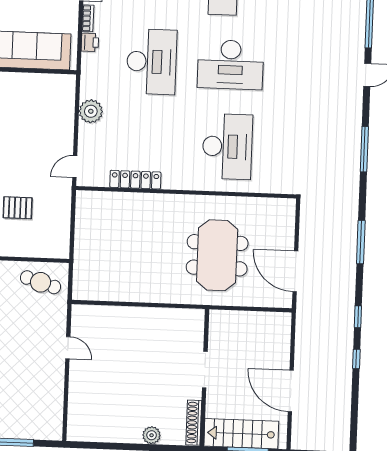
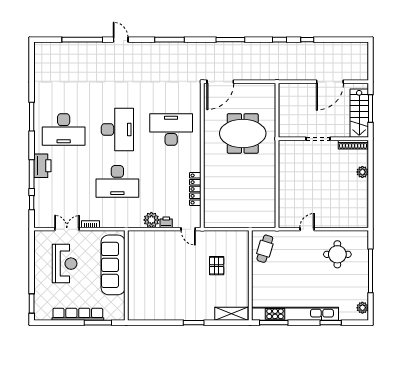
printer: (90, 42) -> (166, 222), moved
desk: (152, 62) -> (117, 181), turned 180
door: (295, 271) -> (220, 82), moved
round table: (28, 392) -> (337, 254), added

